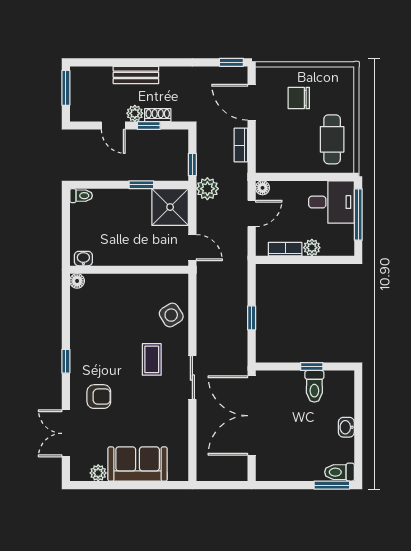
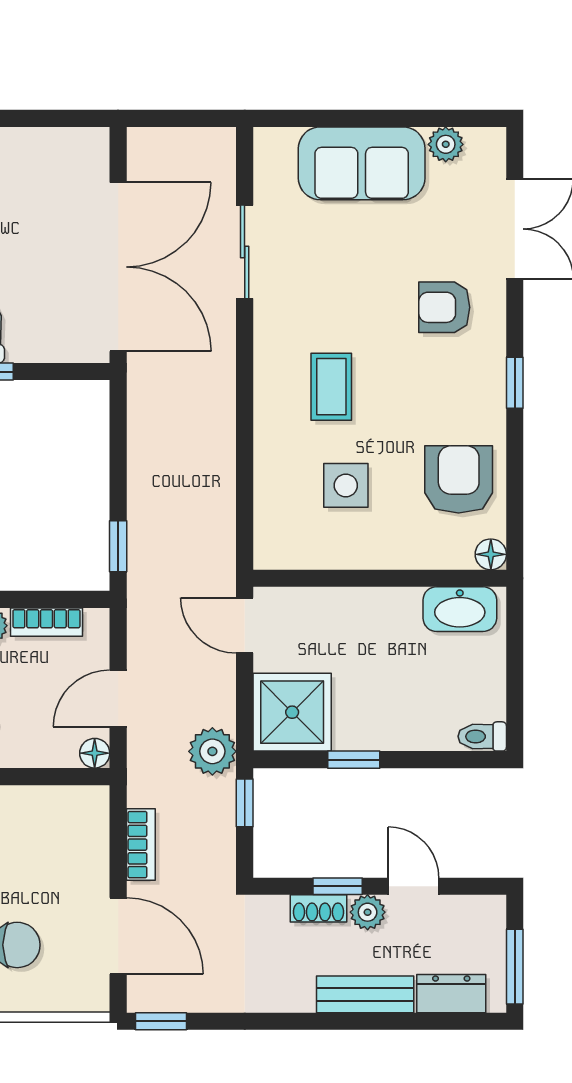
dresser: (96, 75) -> (451, 994), added
washbasin: (83, 259) -> (460, 609), width x1.91, depth x1.45
side table: (171, 315) -> (346, 485), moved, turned 32
armchair: (92, 316) -> (459, 479), added
window: (252, 318) -> (118, 546), moved
sliding door: (192, 378) -> (245, 252), moved

